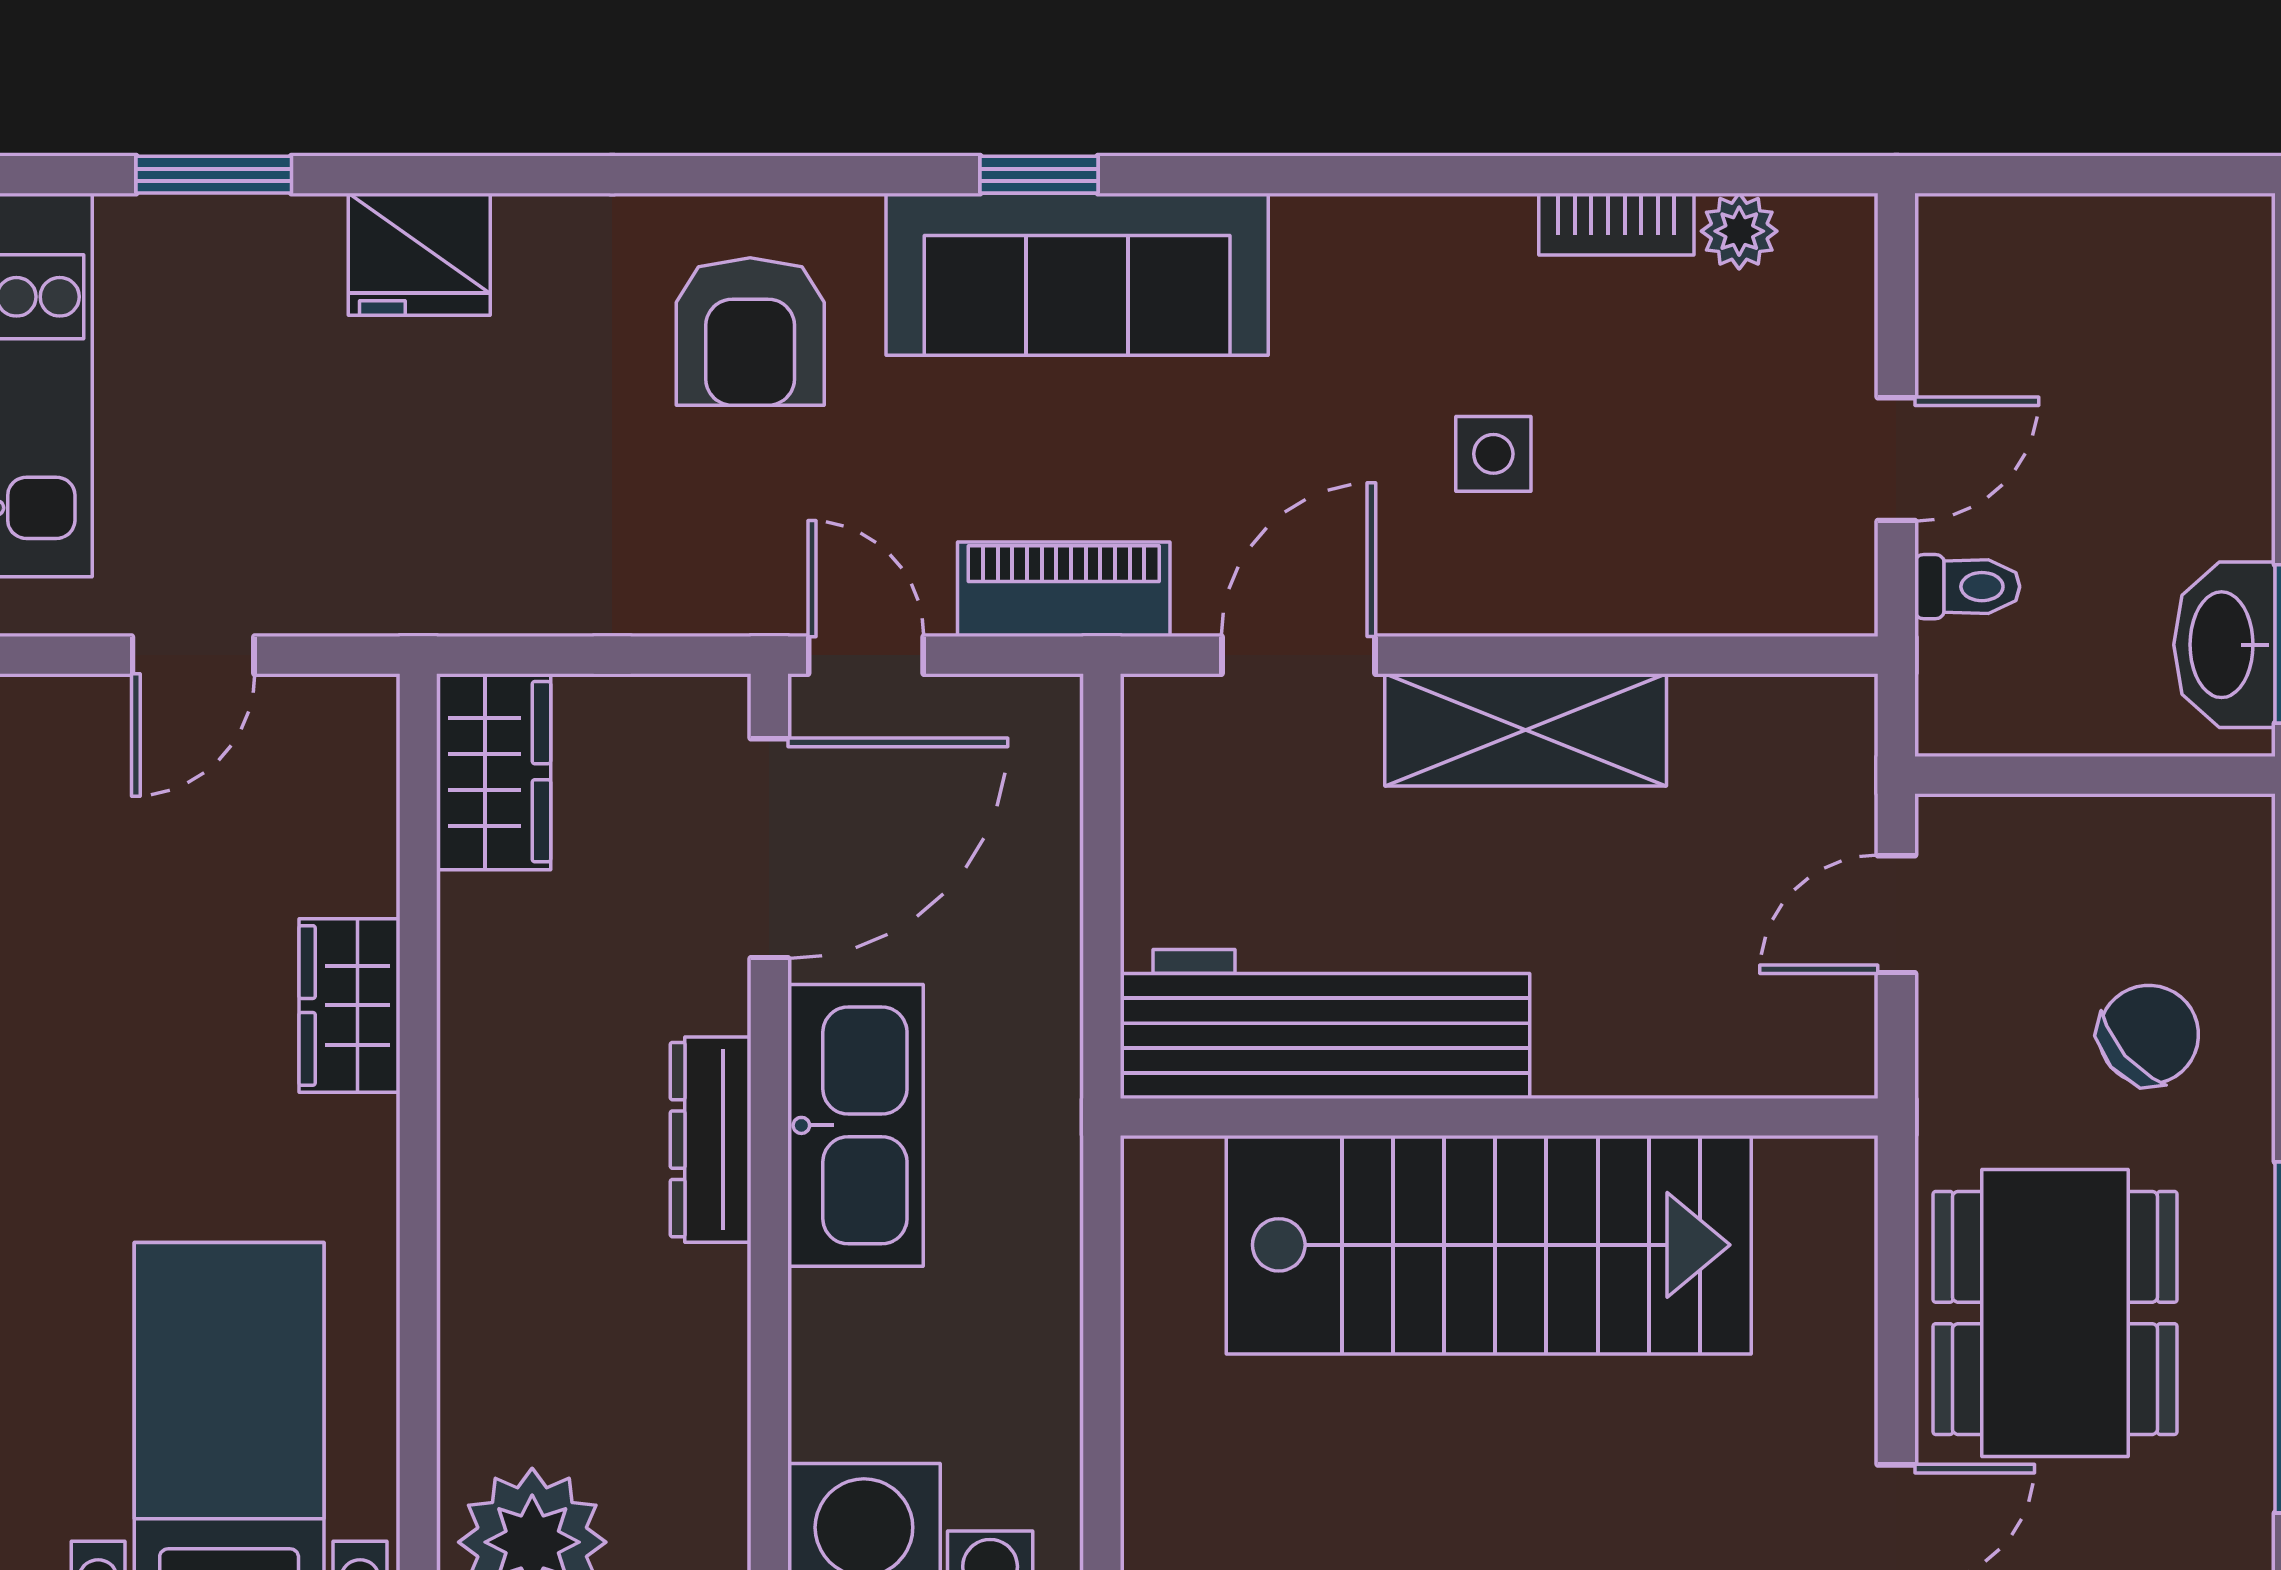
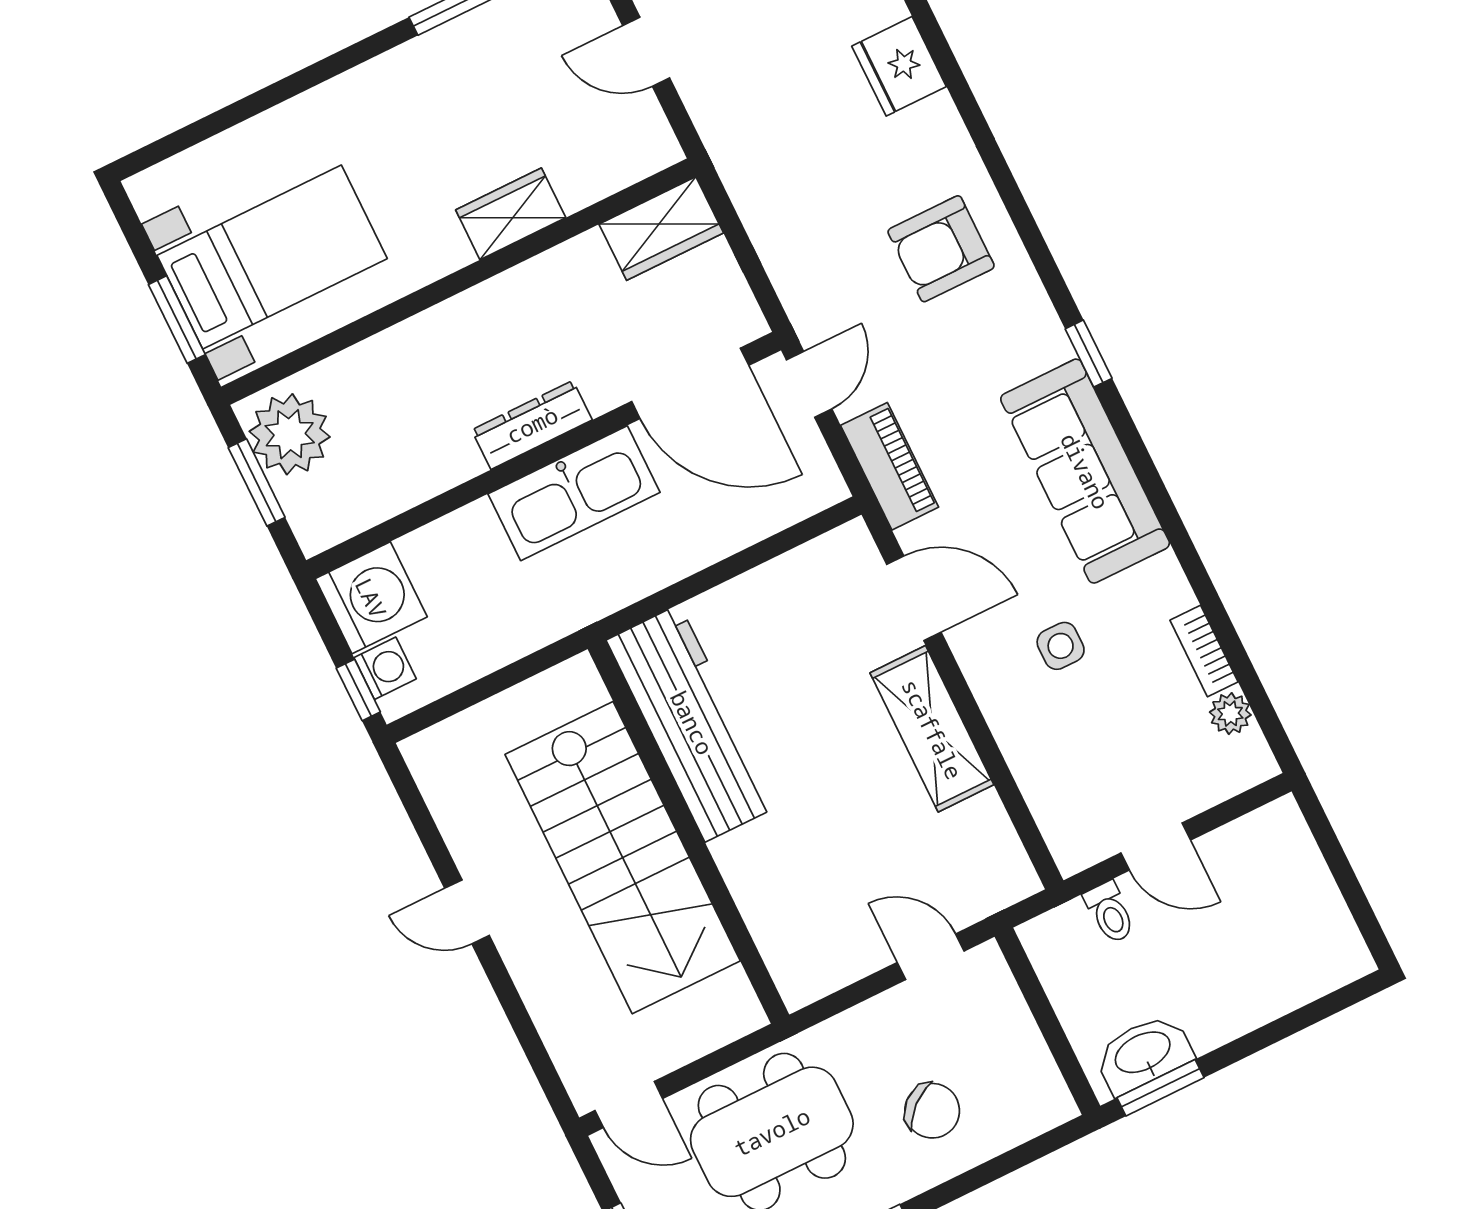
sofa: (1077, 274) -> (1085, 471), moved
workbench: (1325, 1024) -> (692, 723), moved
wall: (1499, 1117) -> (688, 832), moved
stairs: (1489, 1245) -> (623, 858), moved

